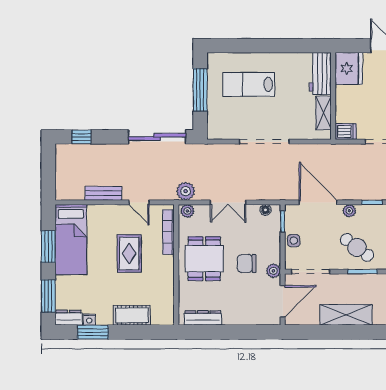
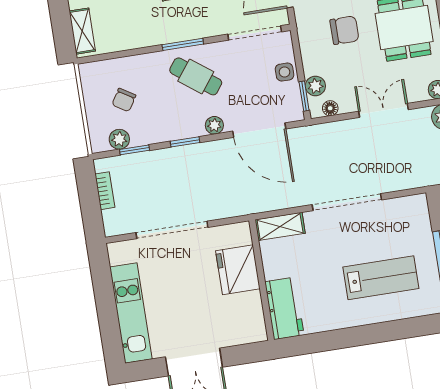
fridge: (349, 69) -> (238, 270), moved
shelving: (324, 113) -> (280, 226), moved, turned 90
dishwasher: (346, 131) -> (237, 234), removed
plant: (273, 271) -> (315, 86), moved

